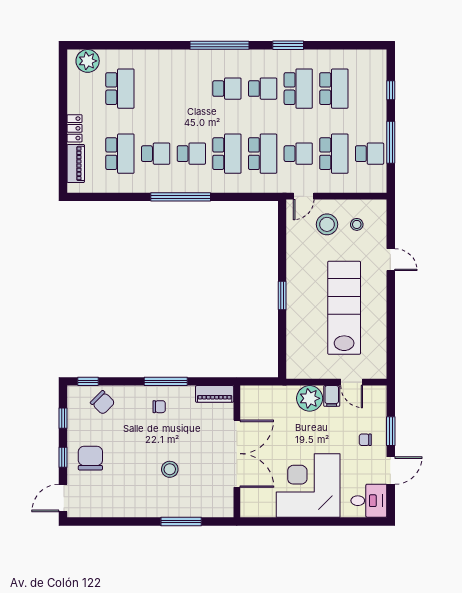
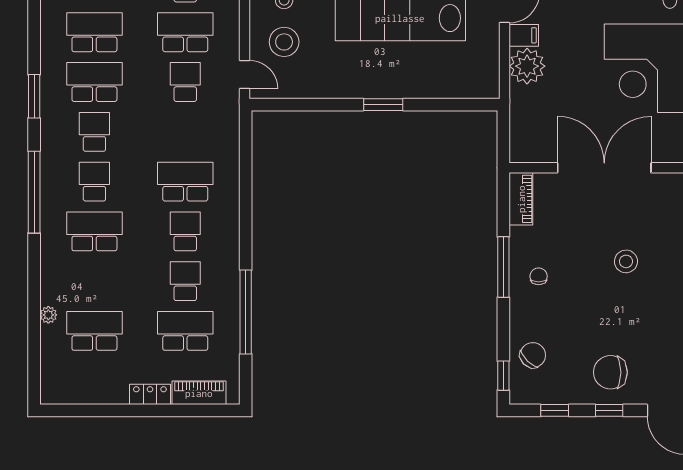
plant: (88, 61) -> (48, 315), moved, width x0.53, depth x0.53
school desk: (263, 154) -> (94, 231), moved
window: (181, 197) -> (246, 312), moved

